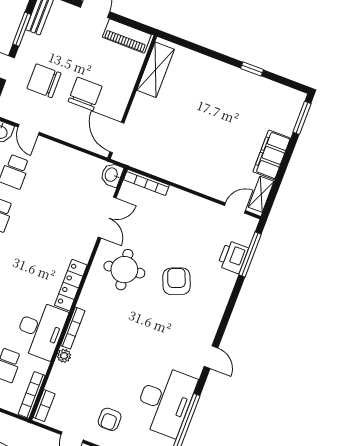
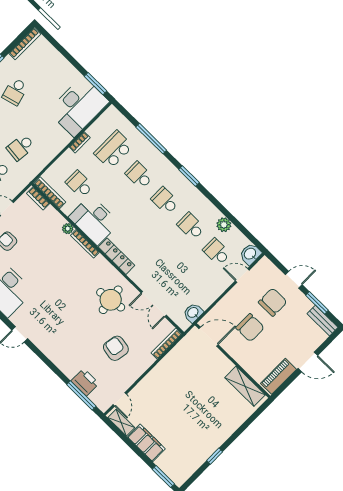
washbasin: (112, 175) -> (193, 313), moved, turned -90
armchair: (177, 281) -> (116, 348), moved, turned -148

